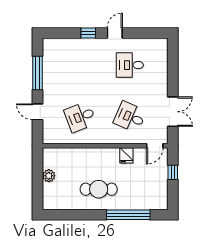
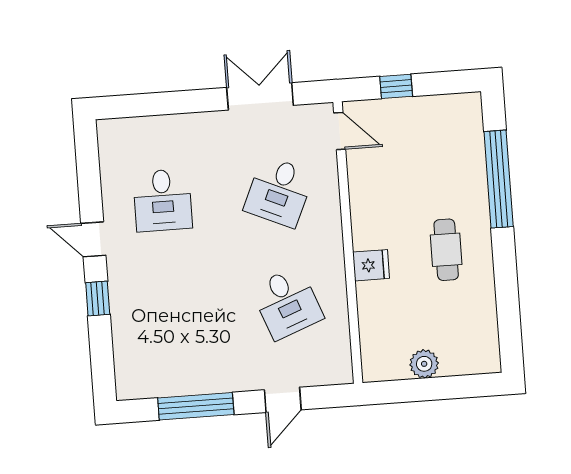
fridge: (126, 155) -> (371, 265), moved
cafe table: (99, 189) -> (446, 250), width x0.73, depth x0.74

